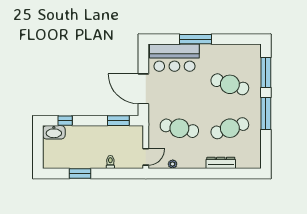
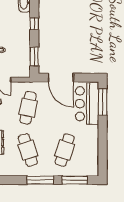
window: (195, 39) -> (103, 102), moved
door: (143, 89) -> (61, 78), swing flipped
window: (65, 121) -> (34, 24), moved

